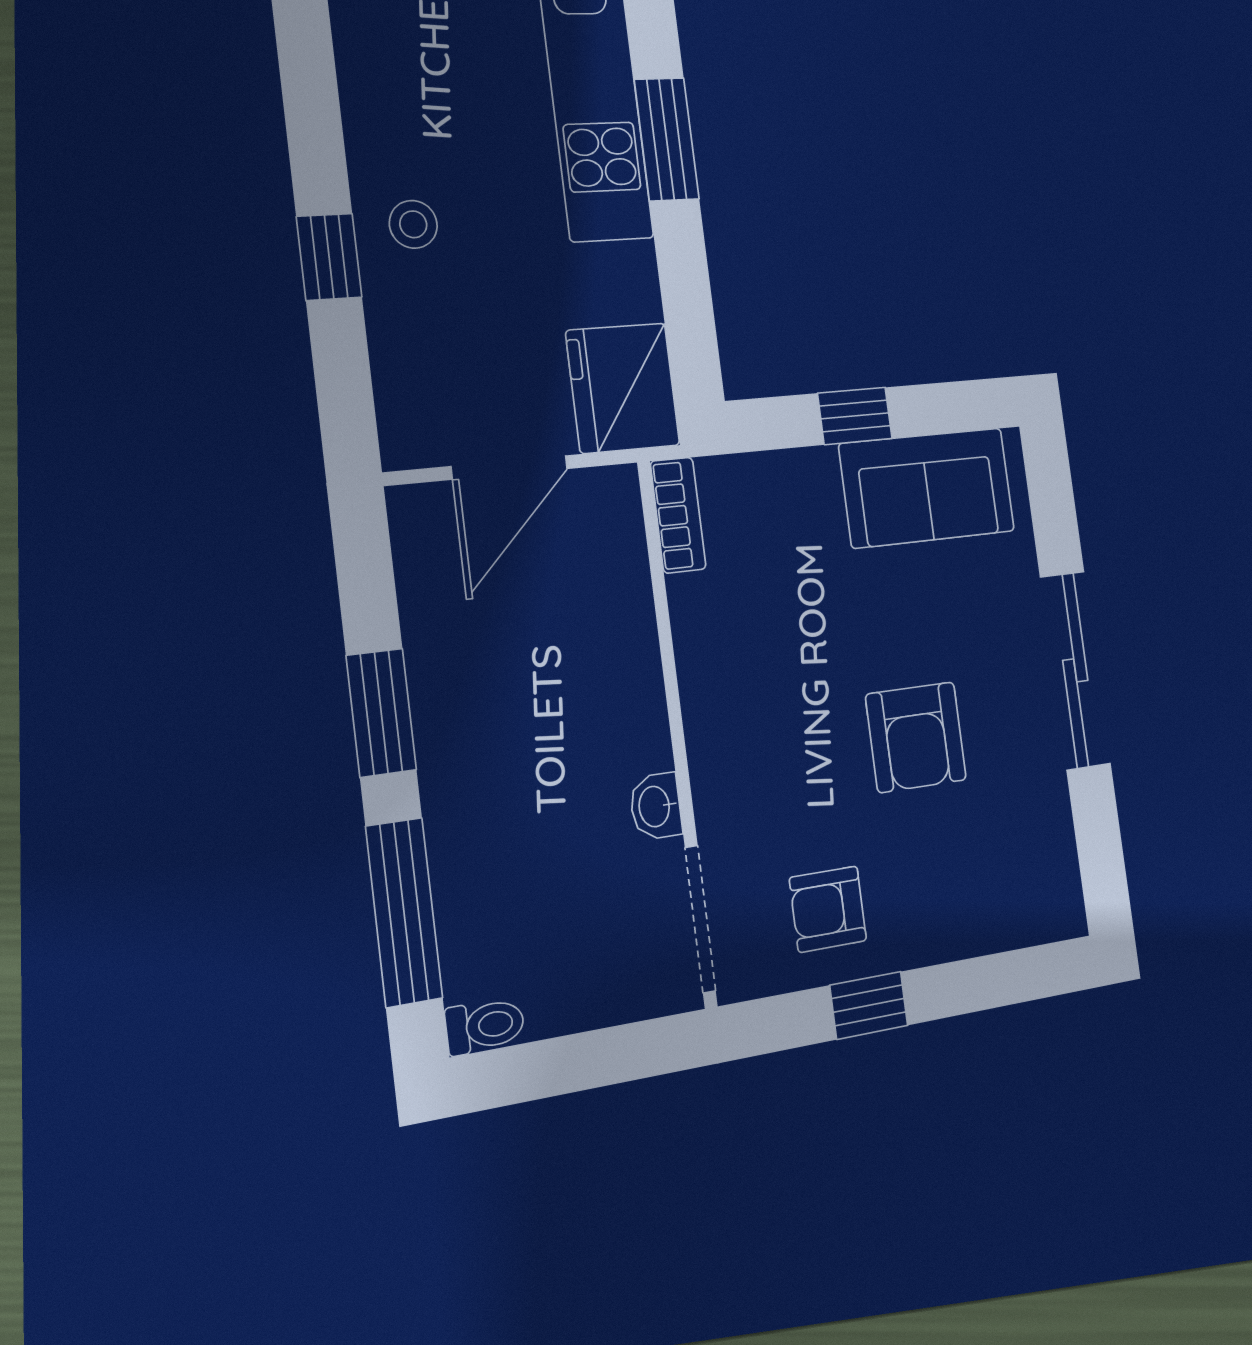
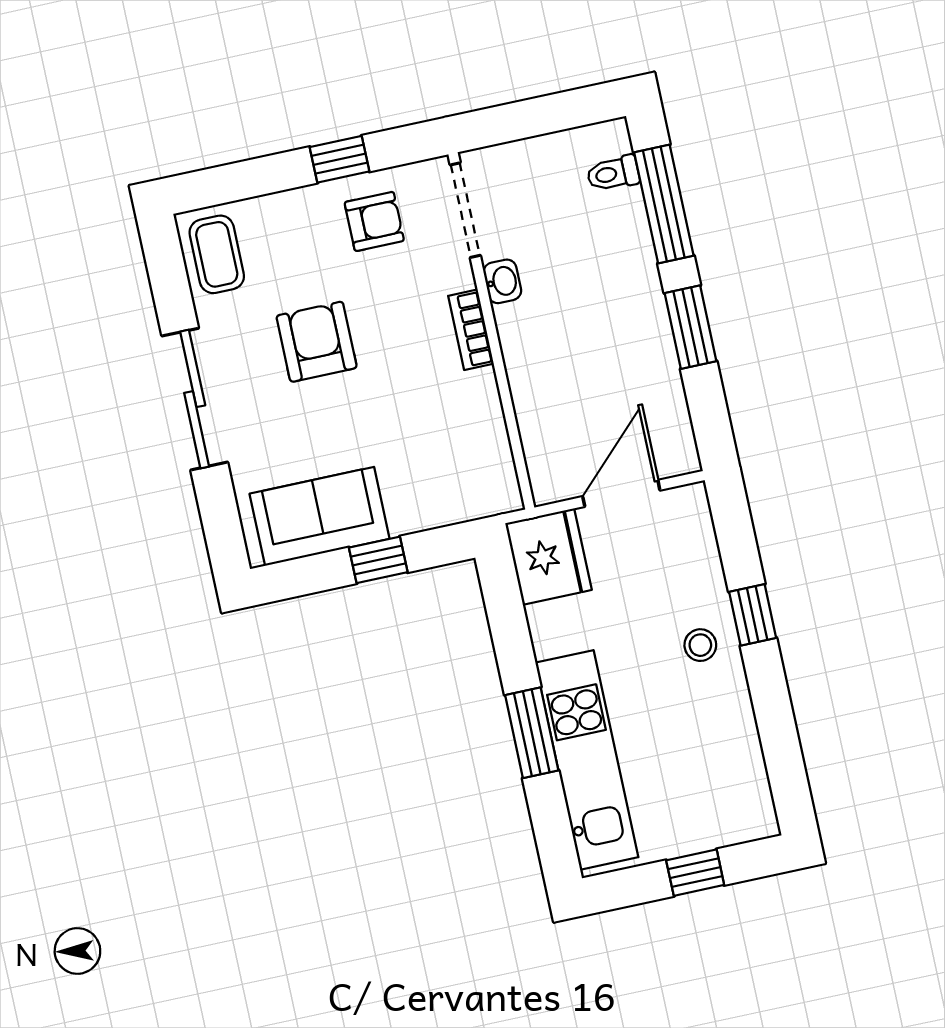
bookcase: (678, 515) -> (471, 330), moved
coffee table: (1037, 874) -> (217, 254), added
toilet: (485, 1026) -> (613, 173), moved

